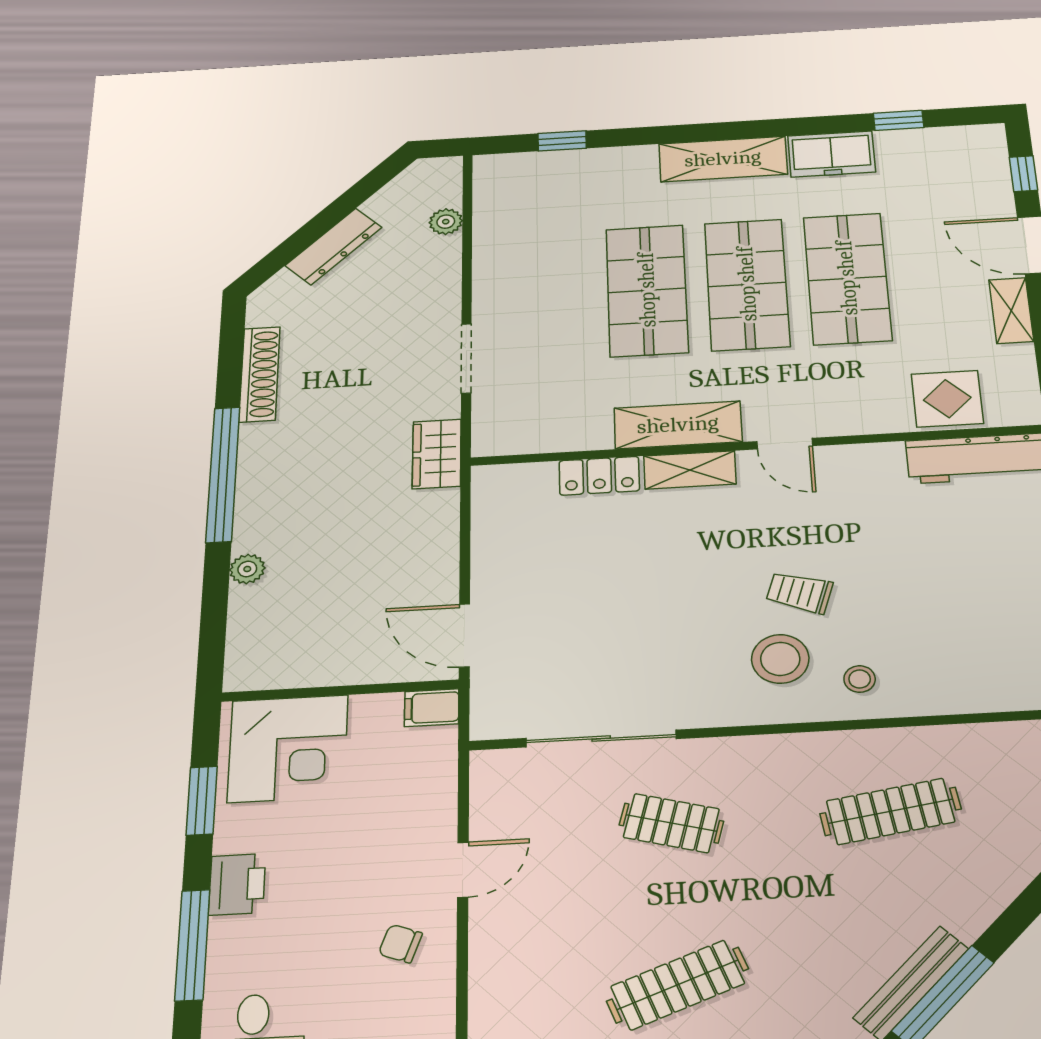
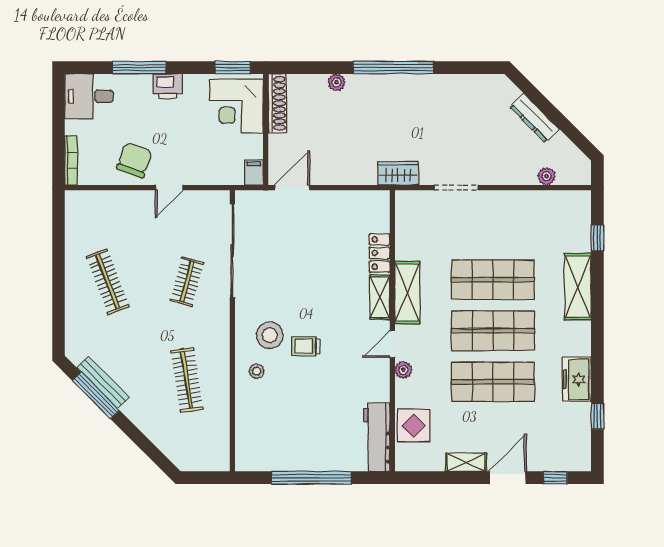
shelving: (723, 159) -> (578, 287), moved
shoe rack: (260, 374) -> (277, 103), moved, turned -90
plant: (836, 422) -> (403, 370), added
trolley: (799, 592) -> (306, 346), turned -108
sliding door: (601, 739) -> (232, 251), width x1.36
window: (202, 801) -> (233, 68), moved
door: (463, 870) -> (169, 188), hinge flipped
chair: (400, 944) -> (134, 160), width x1.87, depth x1.87

